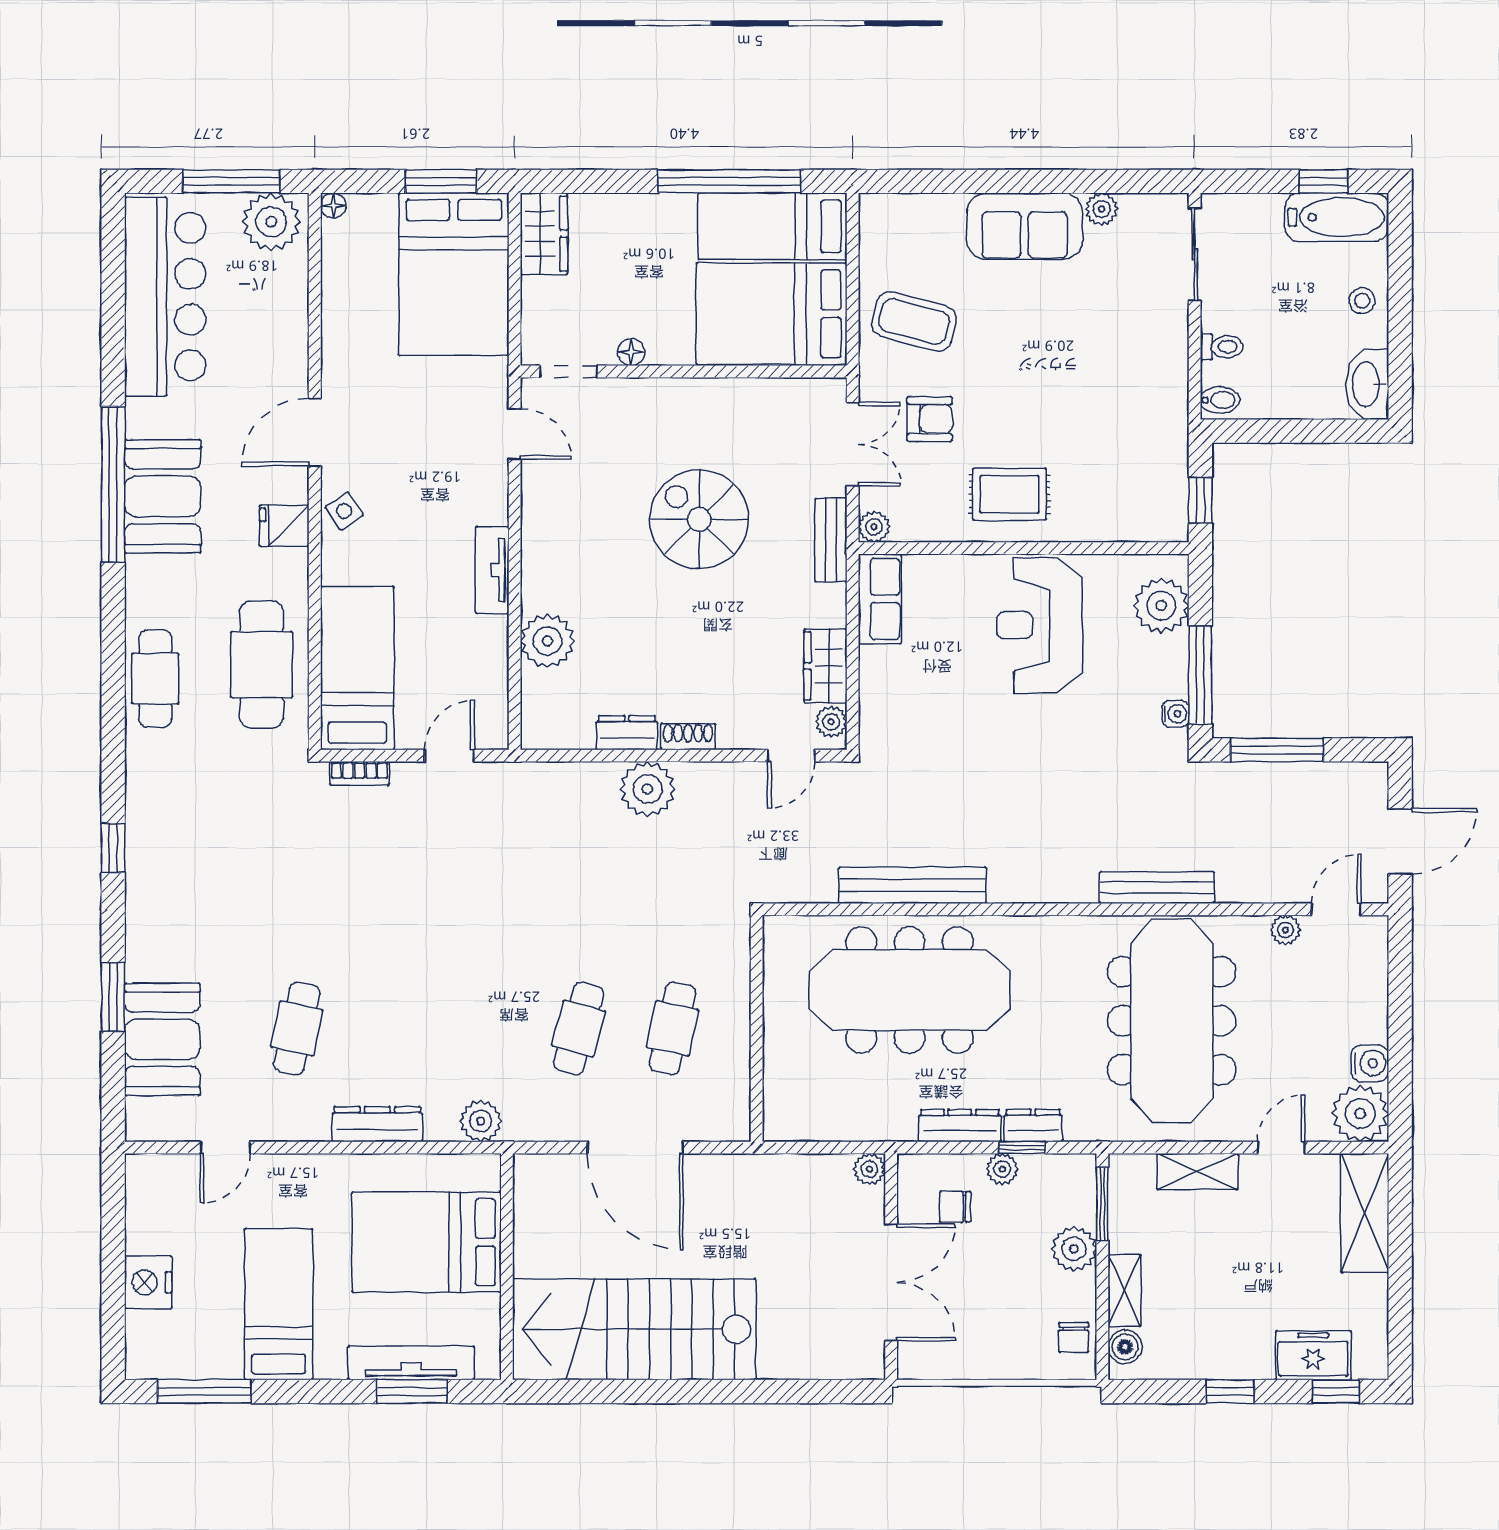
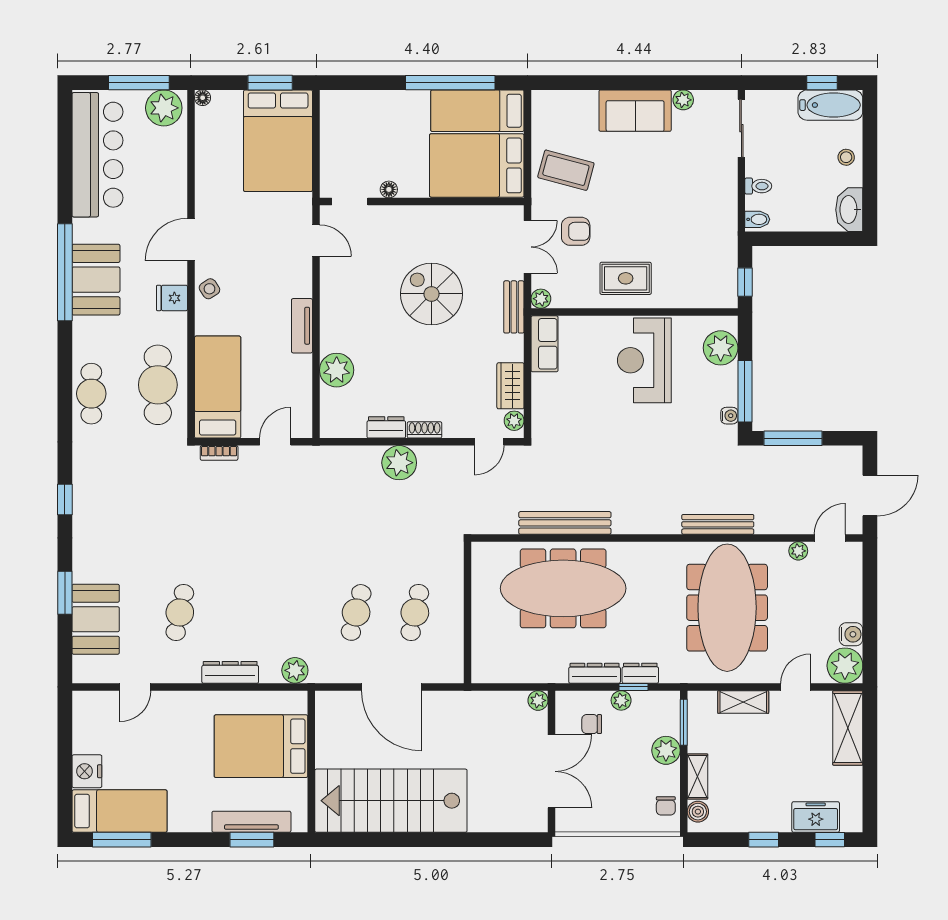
wardrobe: (544, 234) -> (334, 115), removed
bed: (279, 1304) -> (120, 811), moved, turned 90

